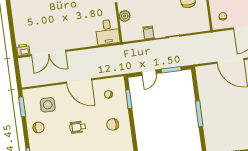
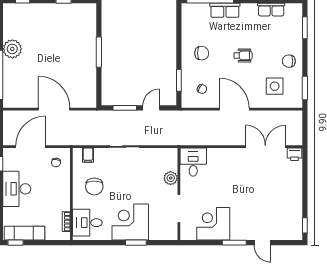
filing cabinet: (148, 32) -> (88, 155), moved

